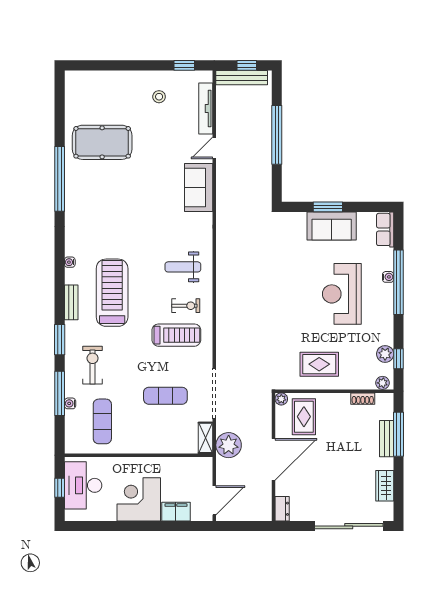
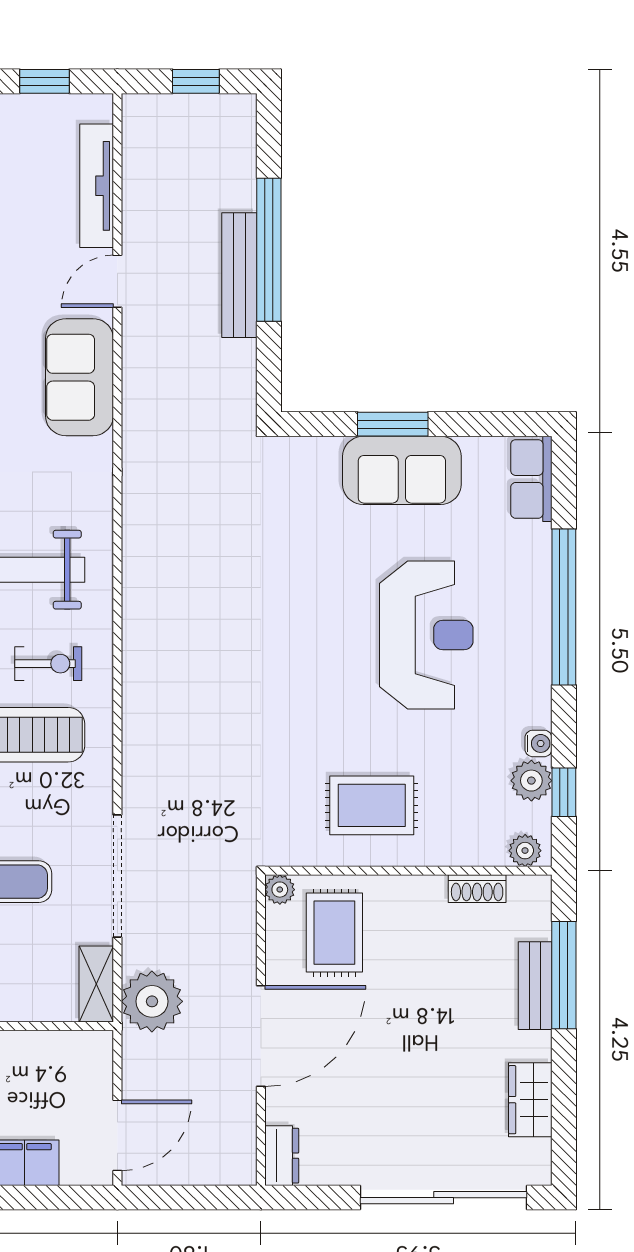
bench: (242, 78) -> (239, 275), moved, turned 90
water cooler: (388, 277) -> (538, 743), moved
reception desk: (342, 294) -> (426, 635), turned 180

